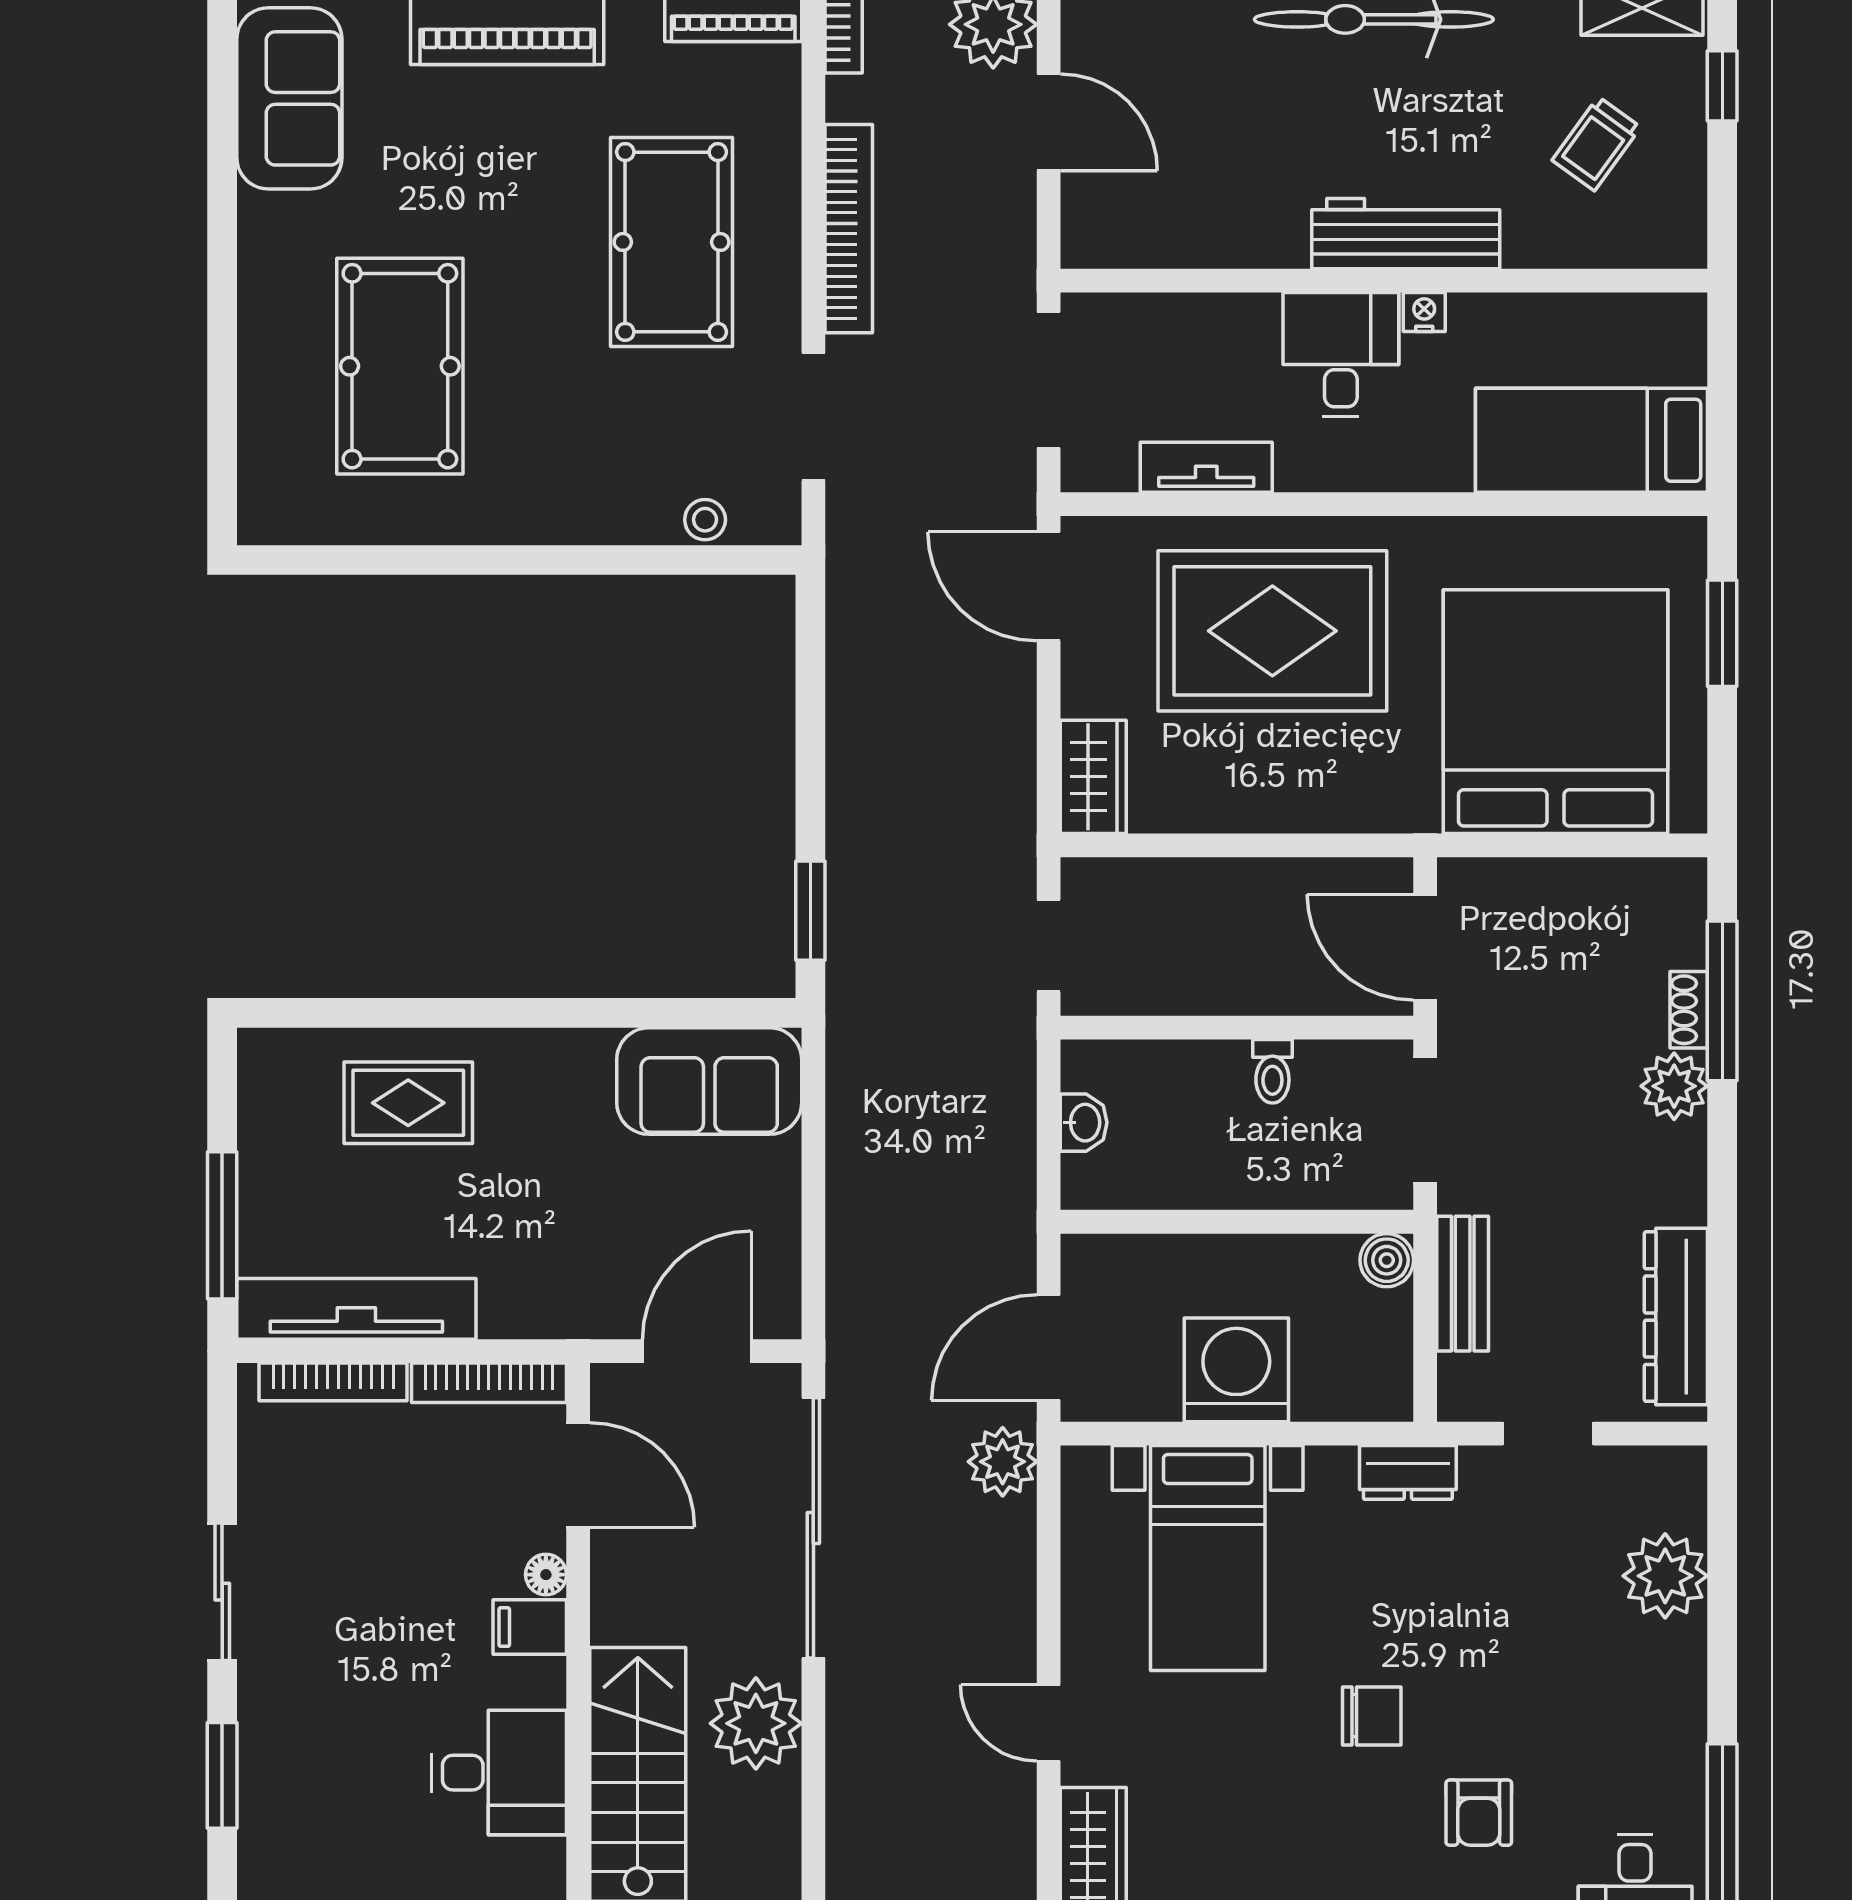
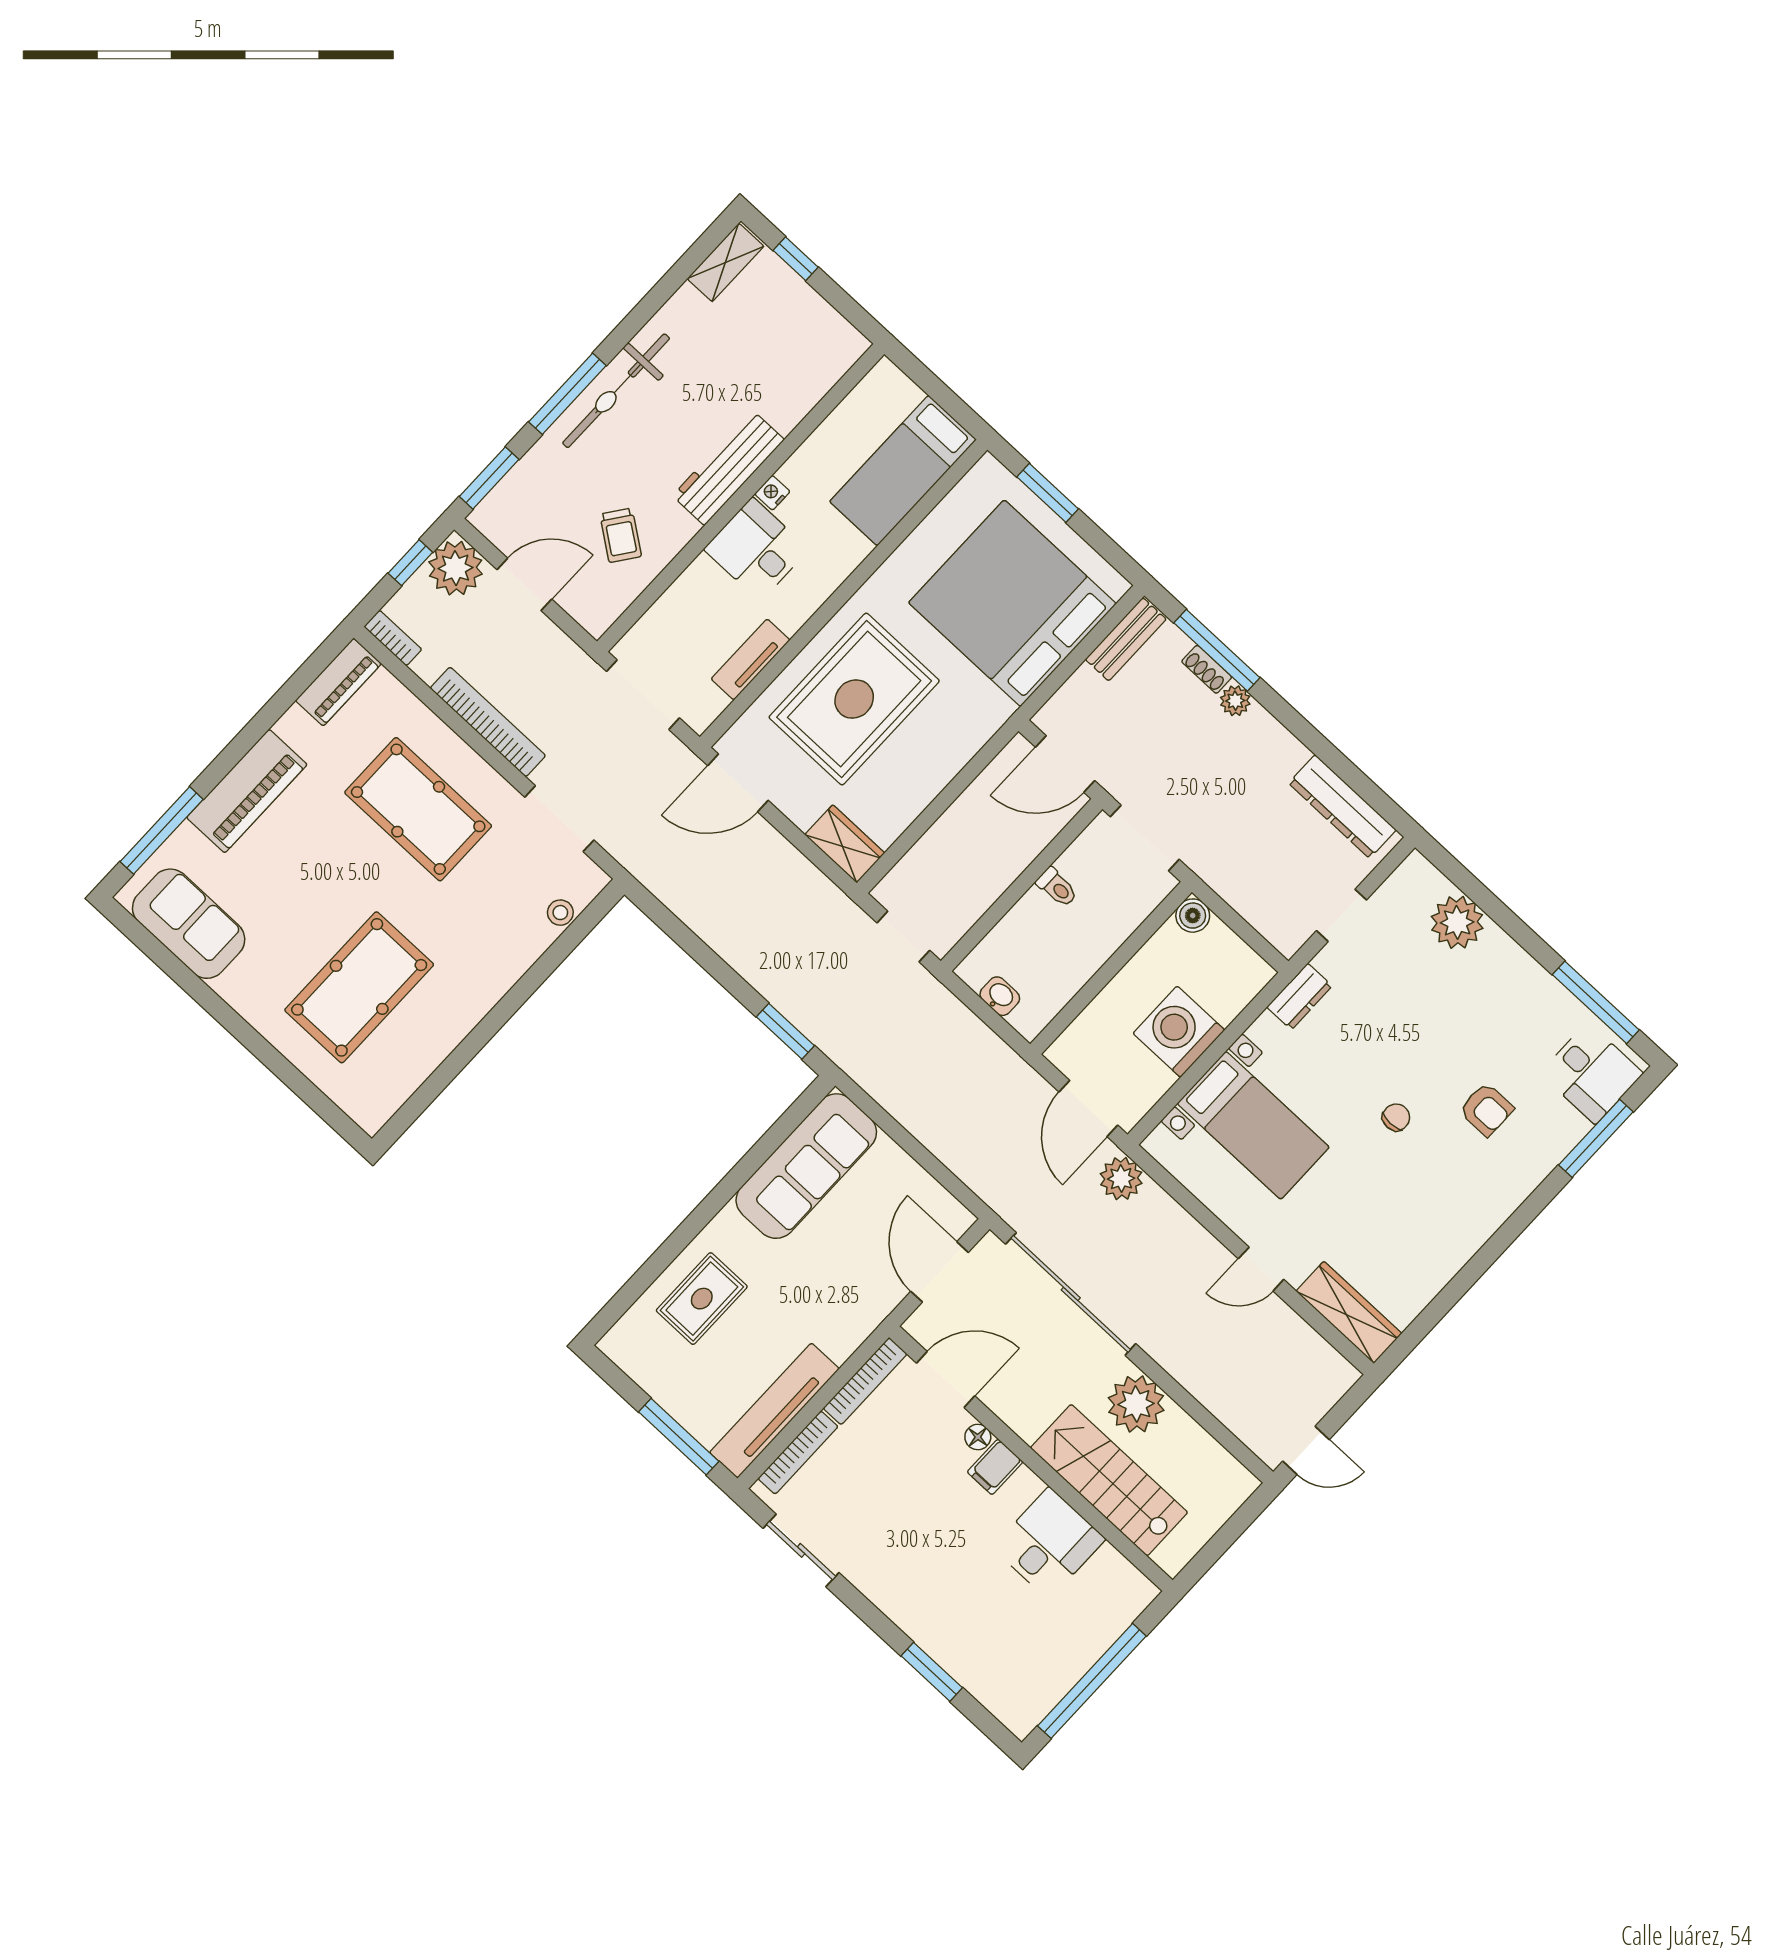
trolley: (1596, 144) -> (621, 535), moved
pool table: (400, 366) -> (359, 987), turned 90
sofa: (709, 1081) -> (806, 1166), width x1.36
plant: (1674, 1086) -> (1235, 701), width x0.73, depth x0.73
bench: (1463, 1284) -> (1126, 639), moved, turned 90
sliding door: (222, 1592) -> (801, 1550), moved
chair: (1372, 1716) -> (1396, 1117), width x0.73, depth x0.73

